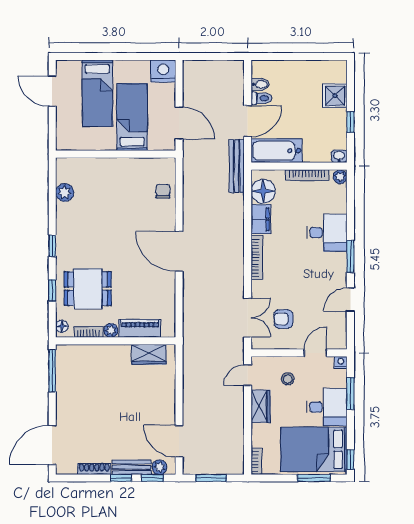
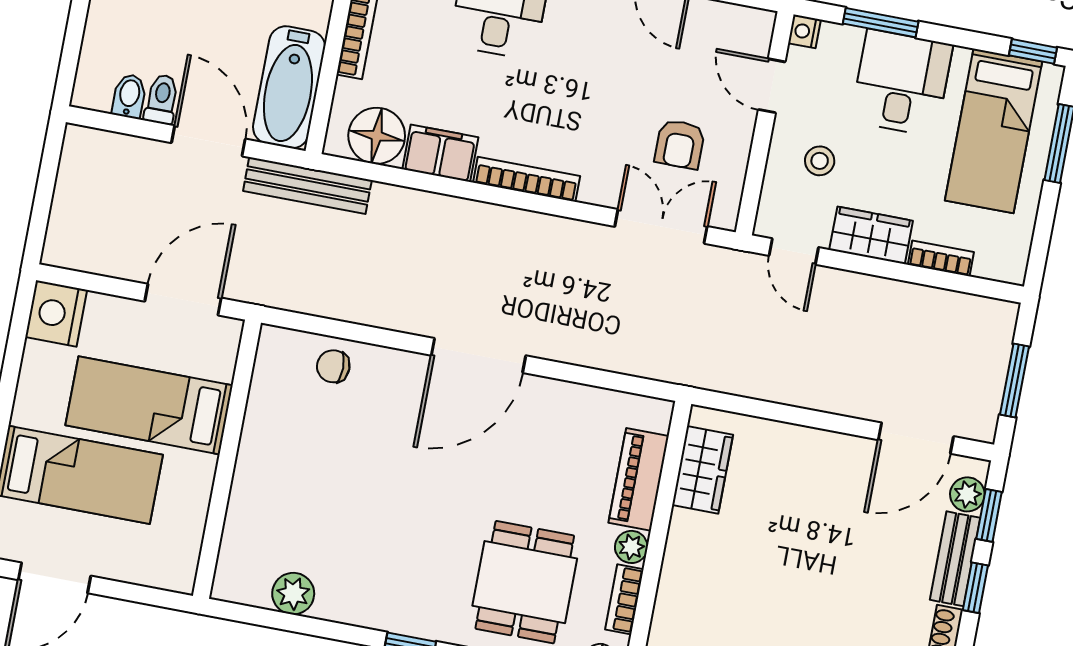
bed: (314, 449) -> (994, 131), width x0.67
bookcase: (256, 461) -> (941, 258), moved

